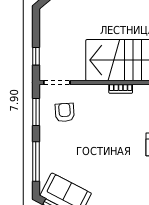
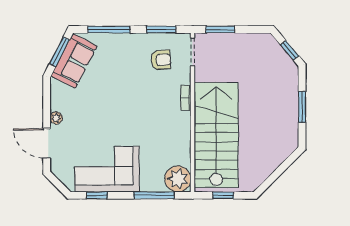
window: (36, 56) -> (220, 30), width x1.50
bookcase: (121, 89) -> (186, 98), moved

